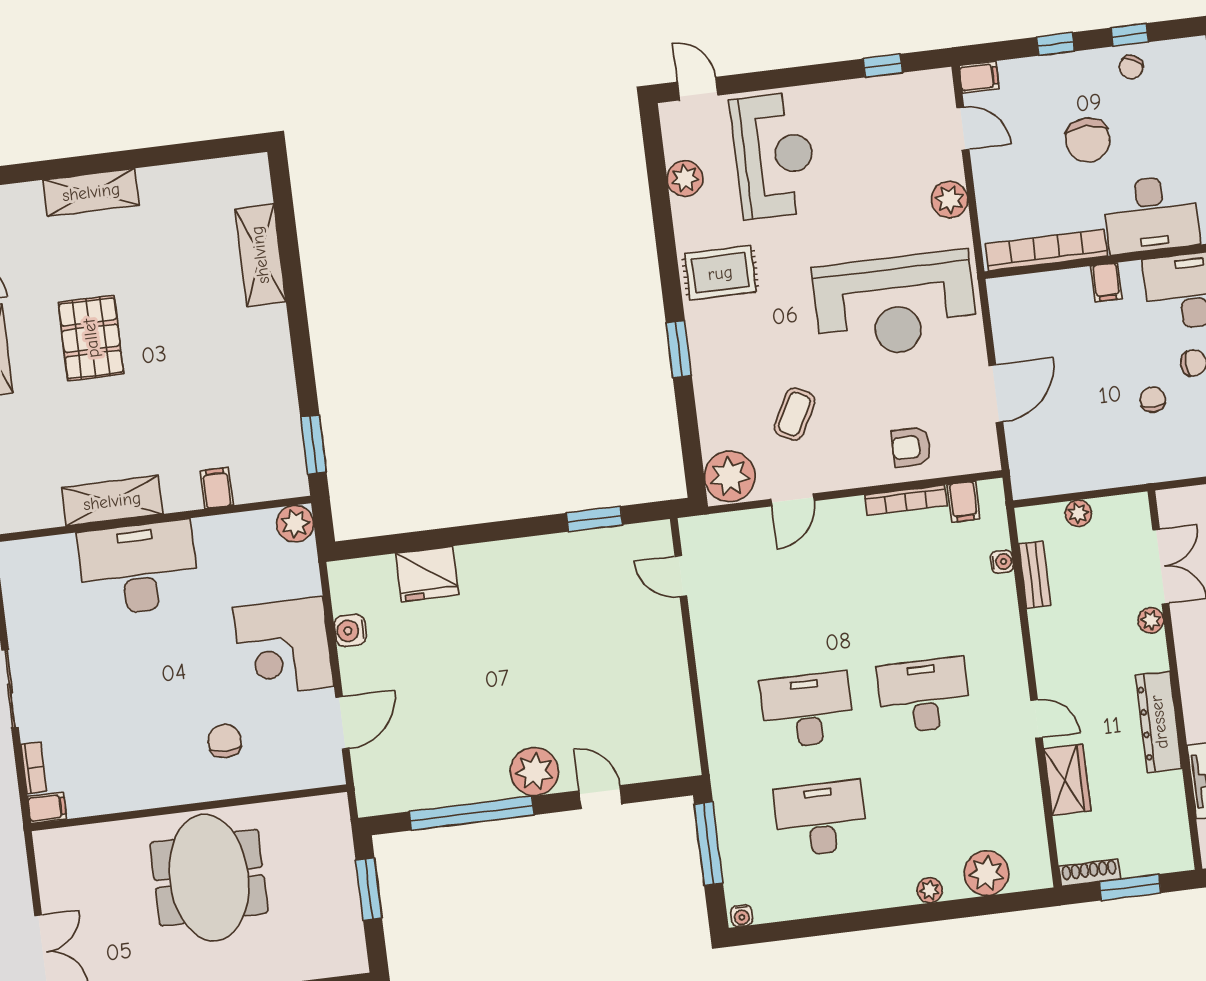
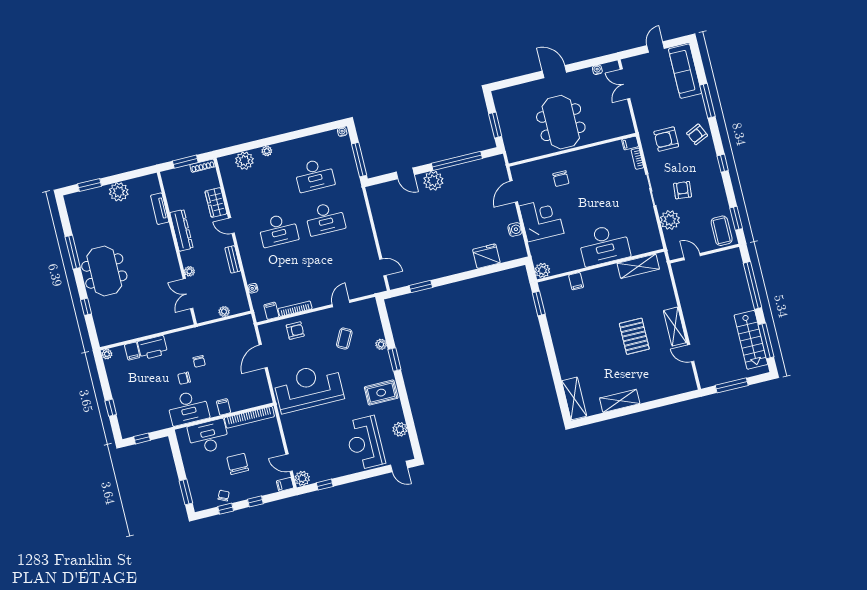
shelving: (91, 192) -> (620, 401), moved
plant: (950, 200) -> (302, 478), moved
shelving: (260, 255) -> (574, 398), moved
plant: (730, 476) -> (381, 344), moved, width x0.53, depth x0.53
shelving: (112, 501) -> (638, 266), moved
bench: (1035, 575) -> (233, 259), moved

